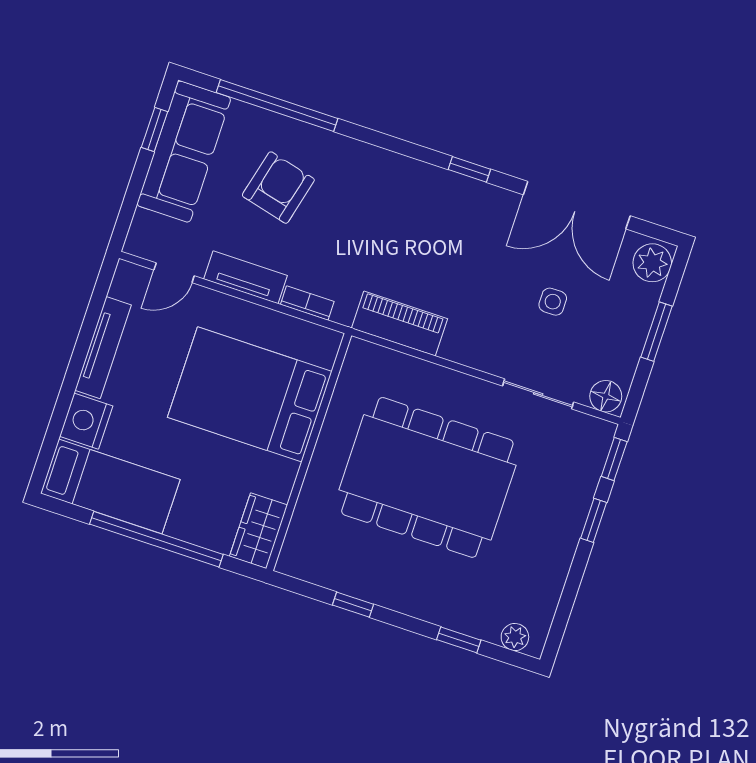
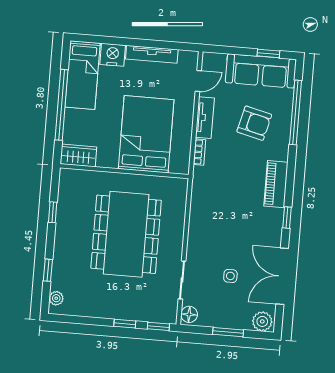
door: (174, 273) -> (198, 81), swing flipped
piano: (399, 323) -> (276, 184), moved, turned 180

